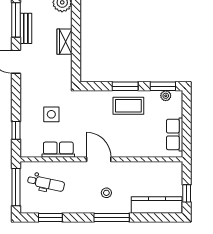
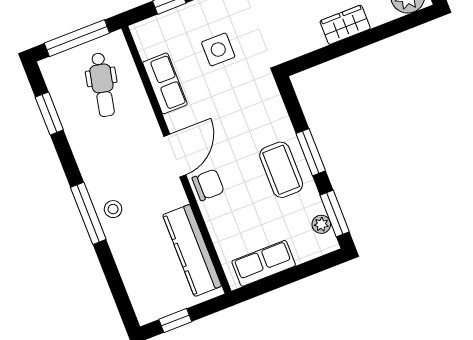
chair: (121, 148) -> (208, 185), added
stool: (106, 193) -> (113, 209), moved
kitchen counter: (157, 205) -> (192, 250), moved, turned 180

